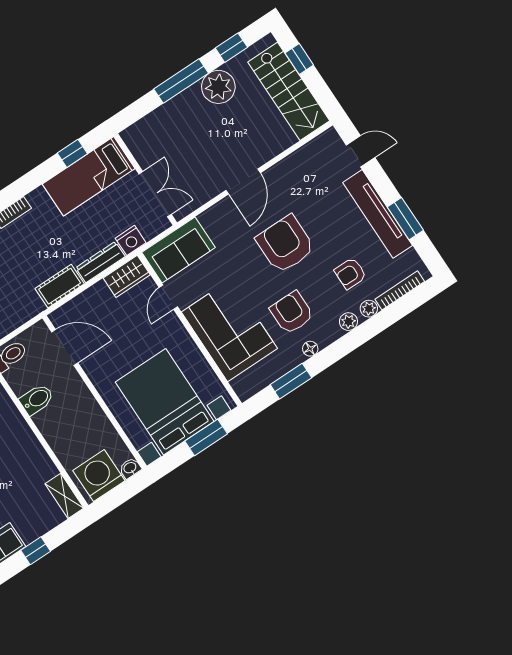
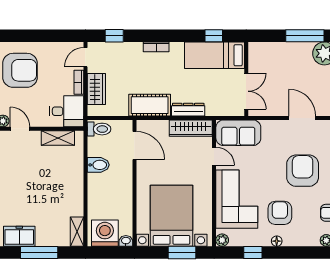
door: (243, 182) -> (302, 118), swing flipped
nightstand: (131, 240) -> (214, 109), removed
wardrobe: (127, 276) -> (191, 128), width x1.50
cot: (60, 286) -> (150, 105), width x1.37, depth x1.34
door: (168, 297) -> (214, 156), swing flipped
plant: (348, 322) -> (222, 240), moved
window: (291, 381) -> (253, 252), width x0.67
window: (36, 551) -> (39, 252), width x2.17

